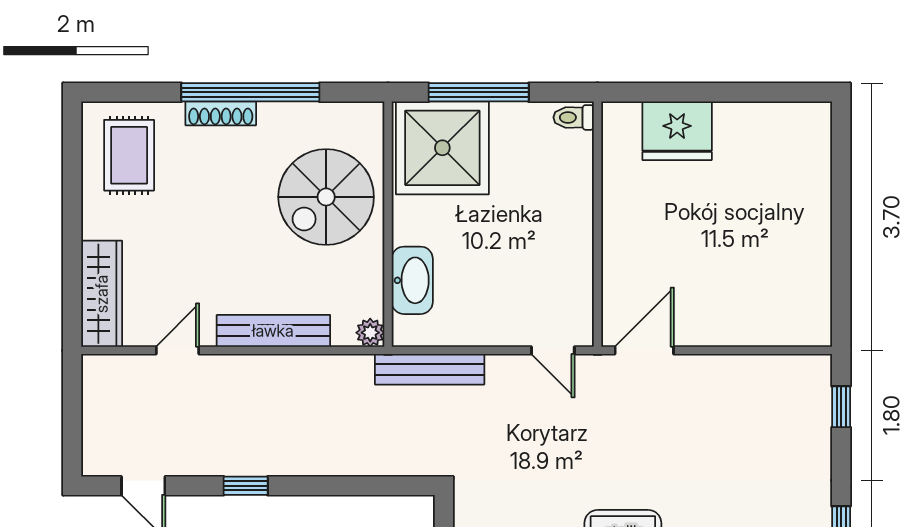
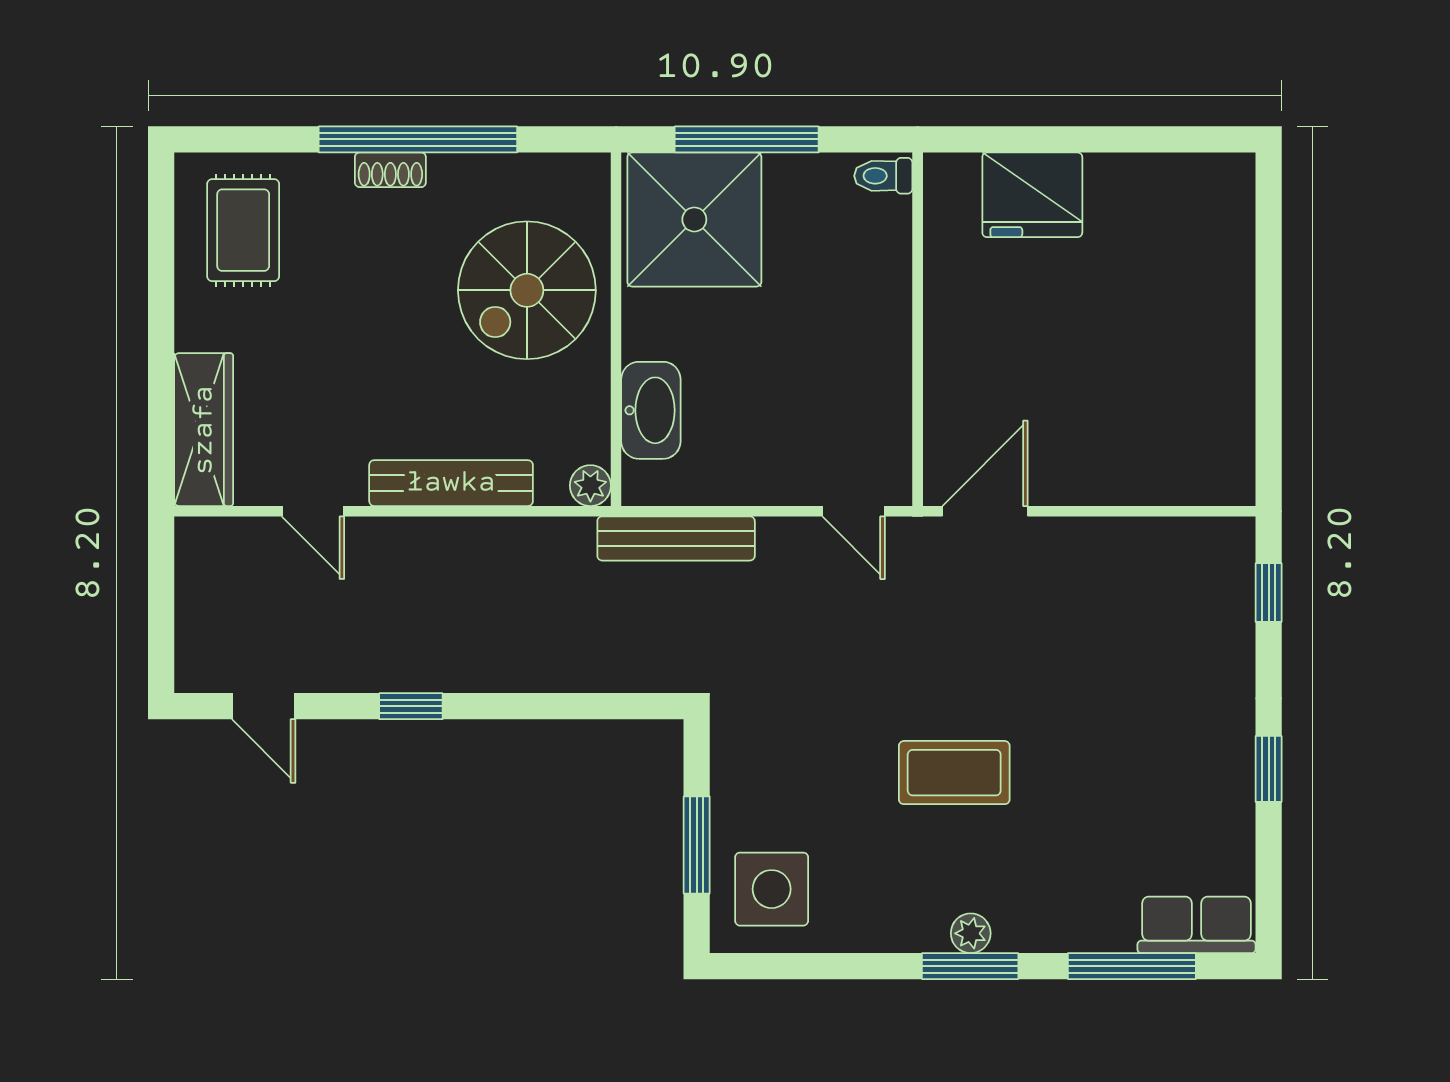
shoe rack: (221, 113) -> (390, 170), width x0.70
door: (178, 350) -> (313, 511), swing flipped

